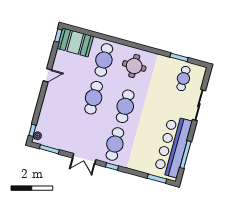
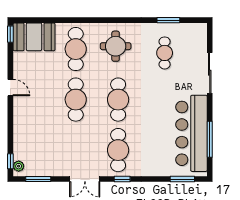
door: (47, 75) -> (10, 88), hinge flipped
cafe table: (183, 78) -> (165, 53), moved

